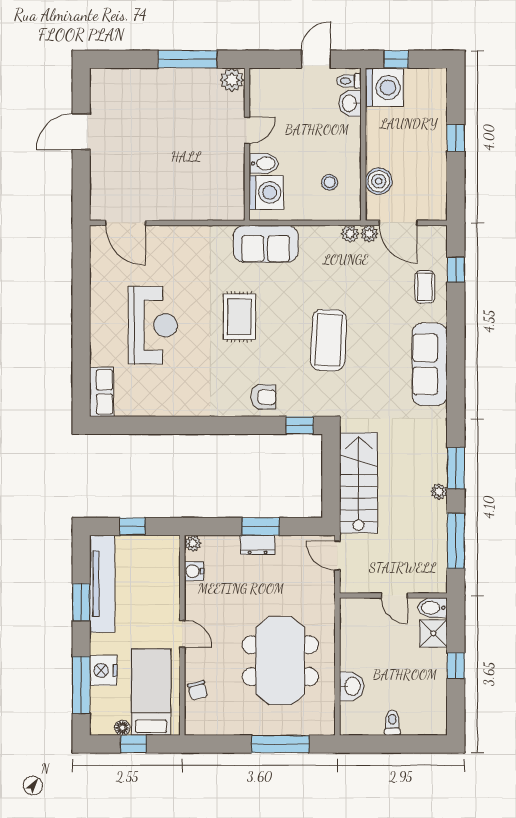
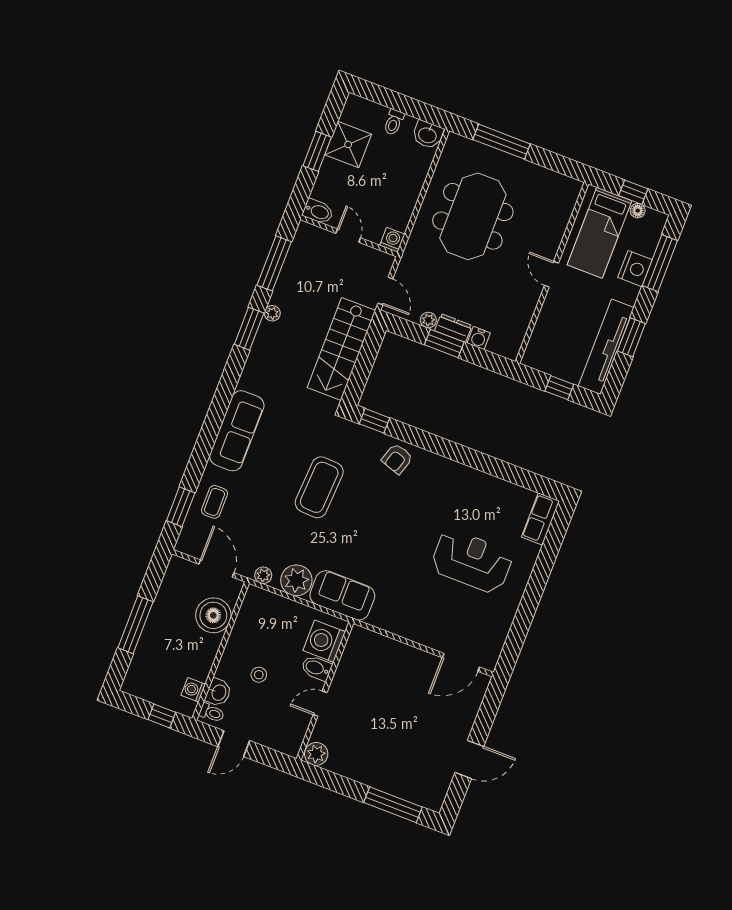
window: (188, 59) -> (393, 805), moved
washing machine: (384, 88) -> (193, 690), width x0.53, depth x0.53
window: (456, 138) -> (135, 625), width x2.17
boiler: (379, 181) -> (213, 615), width x1.37, depth x1.37
stool: (330, 182) -> (259, 675), moved
door: (126, 223) -> (461, 662), swing flipped
plant: (369, 234) -> (296, 580), moved, width x1.88, depth x1.88
window: (456, 270) -> (181, 507), width x1.50
rug: (239, 317) -> (391, 539), removed
reception desk: (153, 325) -> (472, 561), turned 90
armchair: (263, 397) -> (397, 459), turned -72
plant: (193, 543) -> (428, 320), moved
water cooler: (194, 571) -> (479, 338), moved, turned 90
washing machine: (350, 608) -> (392, 240), added
shower: (433, 633) -> (348, 144), moved, width x1.36, depth x1.36
window: (456, 666) -> (317, 151), width x1.50
washbasin: (352, 686) -> (428, 135), moved, turned -90
chair: (198, 690) -> (557, 218), removed

